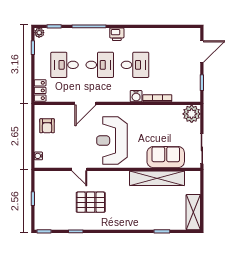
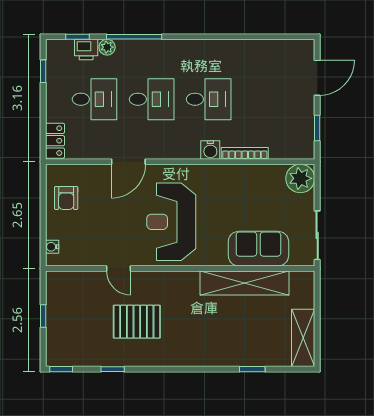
plant: (39, 33) -> (107, 47), moved
printer: (117, 34) -> (86, 50), moved
desk: (65, 65) -> (95, 99), turned 180

